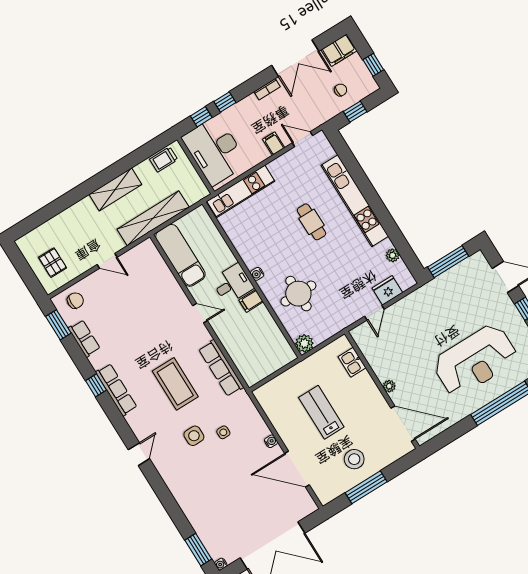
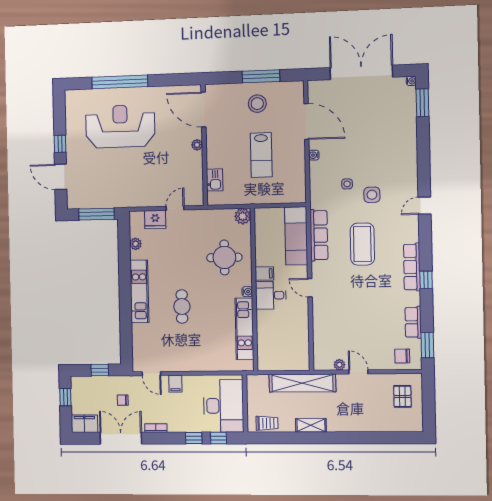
chair: (341, 90) -> (123, 400), moved
shelving: (115, 189) -> (311, 425), width x0.67, depth x0.75
kitchen unit: (241, 191) -> (244, 329), moved, turned -90
kitchen unit: (355, 201) -> (139, 291), width x0.73
exam couch: (180, 255) -> (296, 236), moved
plant: (129, 257) -> (339, 365), added

